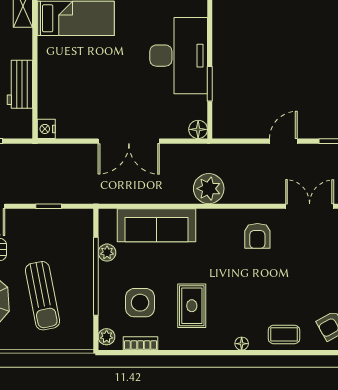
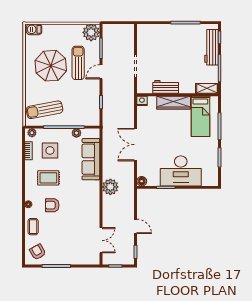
wardrobe: (50, 69) -> (174, 103), added
armchair: (257, 236) -> (52, 205), moved
sun lounger: (42, 296) -> (44, 110), moved

